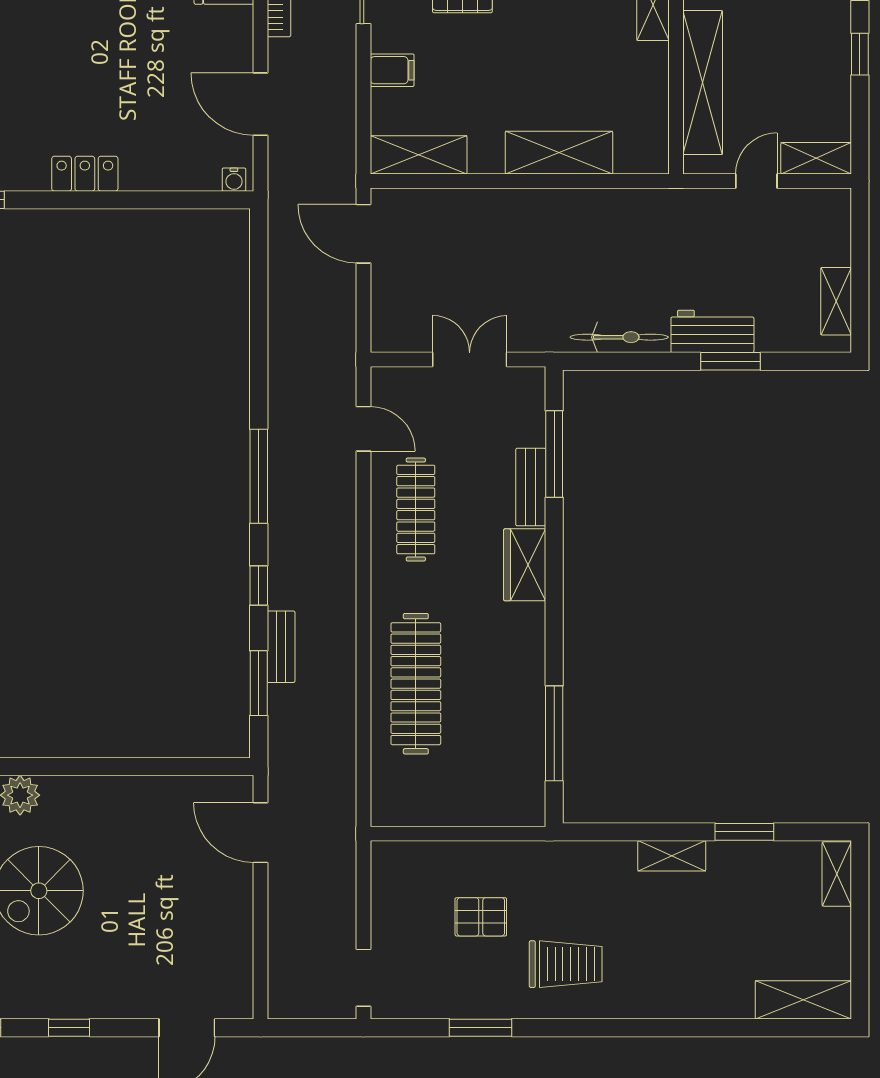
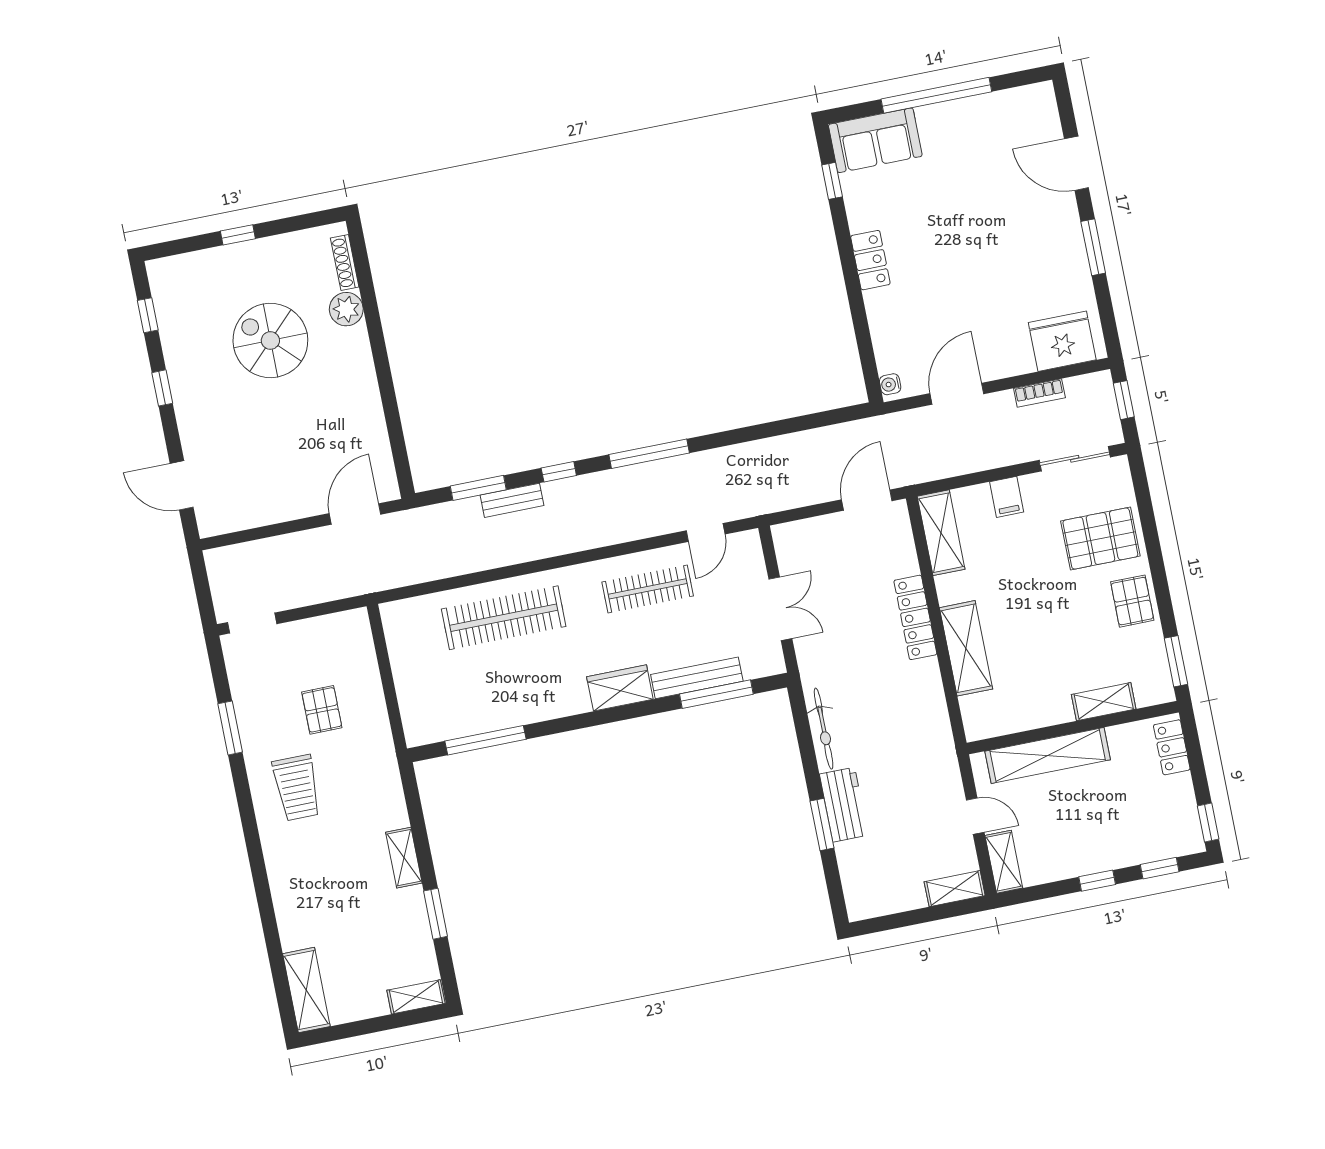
locker: (511, 204) -> (915, 617), added
shelving: (836, 301) -> (955, 889), moved
bench: (531, 487) -> (697, 678), width x1.36

